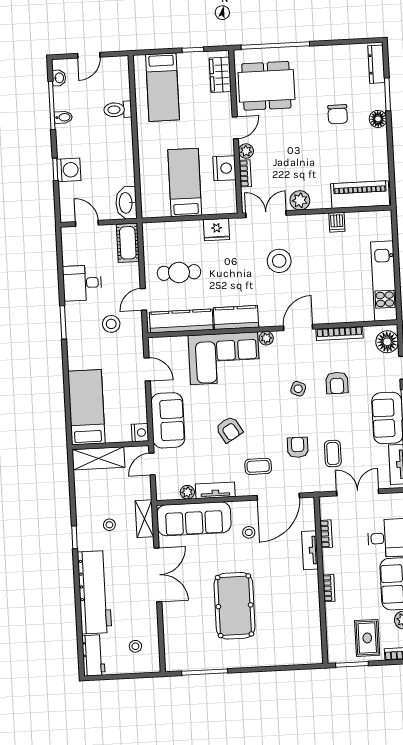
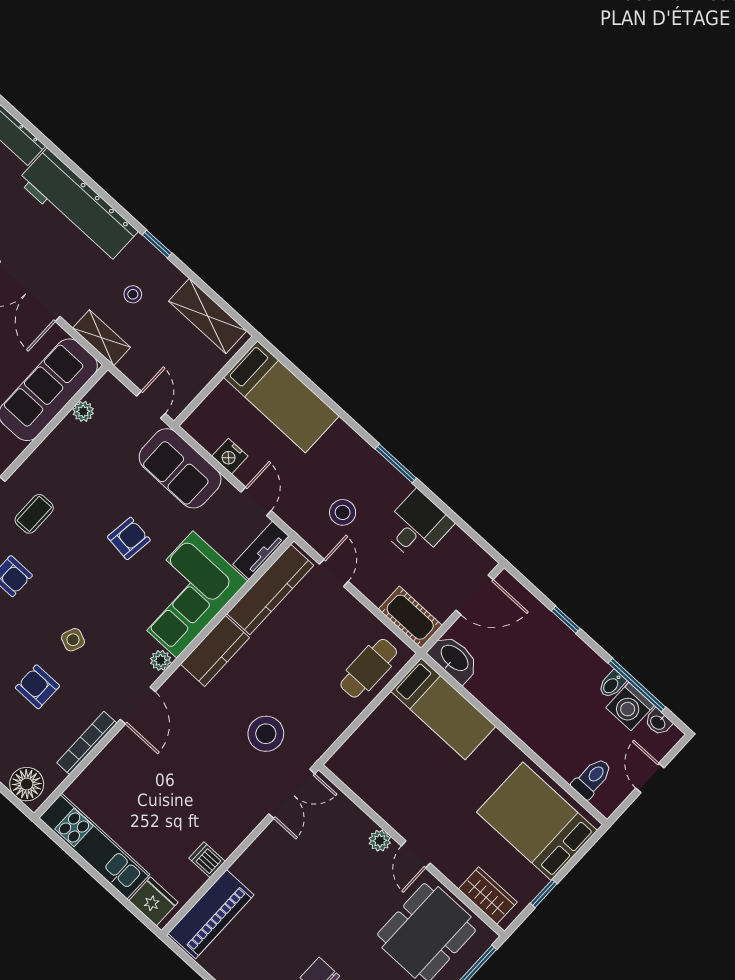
bed: (162, 87) -> (537, 821), width x1.50
toilet: (118, 110) -> (592, 778), moved
nightstand: (224, 168) -> (385, 799), removed
washing machine: (69, 170) -> (630, 707), moved
bookcase: (245, 173) -> (357, 816), removed
bed: (185, 183) -> (443, 709), moved
plant: (300, 200) -> (270, 844), removed
door: (87, 223) -> (475, 595), width x1.37
fridge: (217, 230) -> (153, 901), moved, turned 90
stool: (279, 261) -> (266, 734), moved
cafe table: (179, 273) -> (369, 668), moved
door: (147, 369) -> (256, 501), swing flipped
armchair: (229, 429) -> (129, 538), moved, turned 128
nightstand: (140, 433) -> (230, 456), moved
shelving: (98, 458) -> (208, 316), moved, turned 90
tv unit: (215, 490) -> (261, 550), moved, turned 180

